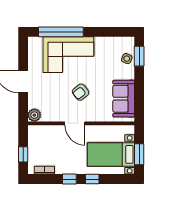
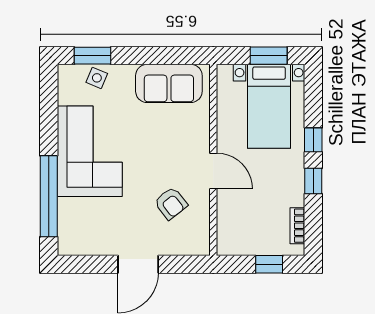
corner sofa: (68, 55) -> (90, 151), moved
armchair: (81, 92) -> (171, 203), moved
plant: (34, 115) -> (198, 244), removed
door: (75, 123) -> (213, 171), hinge flipped

